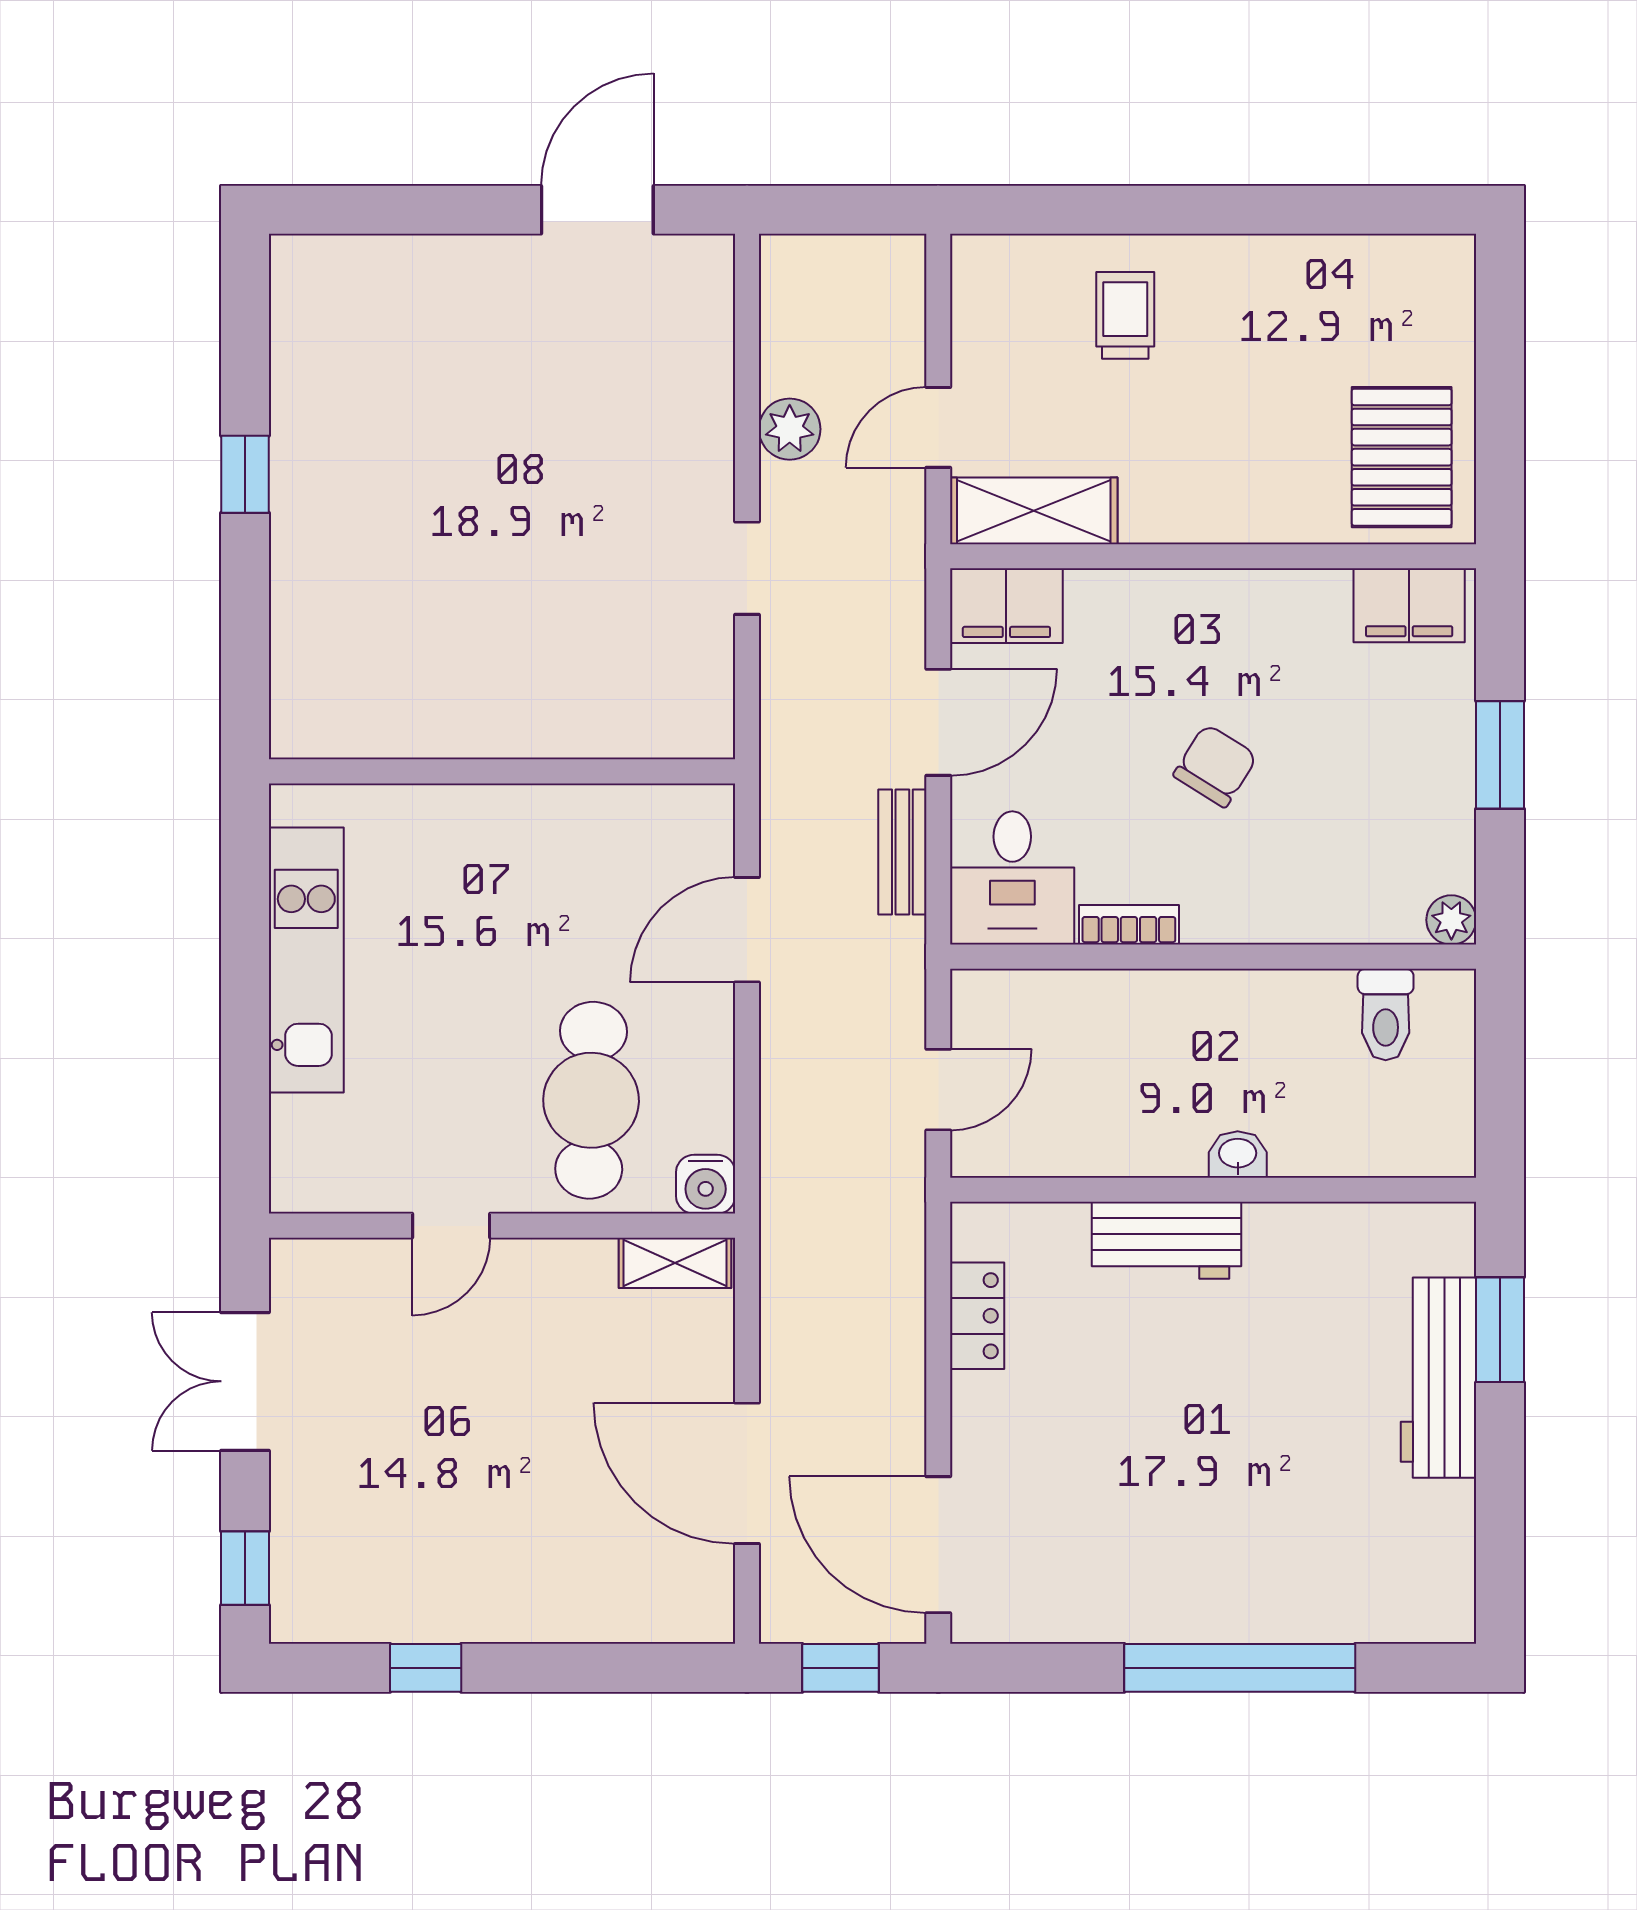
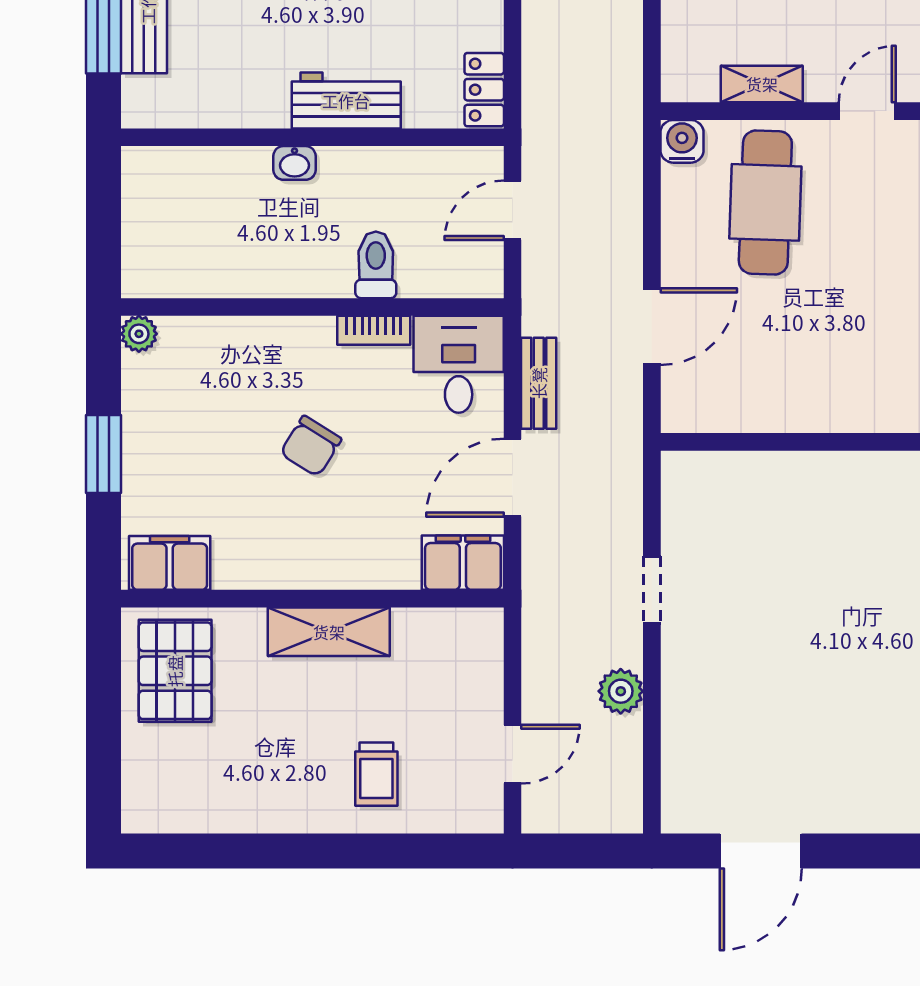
door: (938, 427) -> (513, 754), moved
shelving: (1034, 511) -> (329, 632), moved
toilet: (1386, 1015) -> (376, 265), moved
shelving: (675, 1263) -> (762, 84), moved
locker: (977, 1316) -> (484, 90), moved

